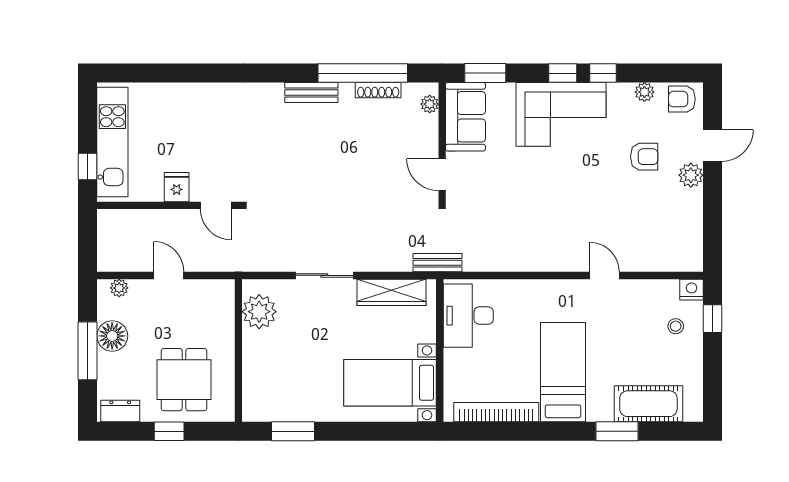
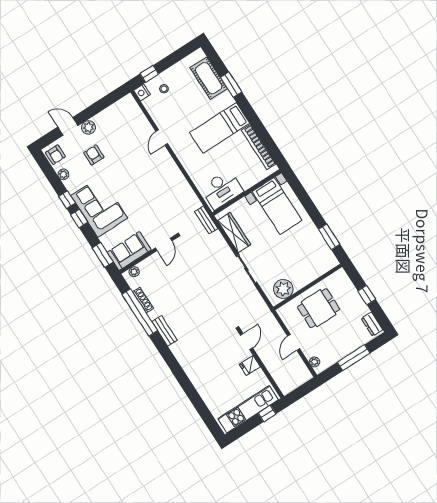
floor lamp: (112, 336) -> (339, 351), removed
dining table: (184, 380) -> (319, 308), moved

